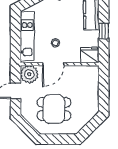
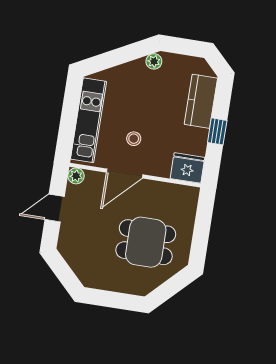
plant: (29, 74) -> (76, 176), width x0.53, depth x0.53
dining table: (54, 109) -> (146, 242), moved

